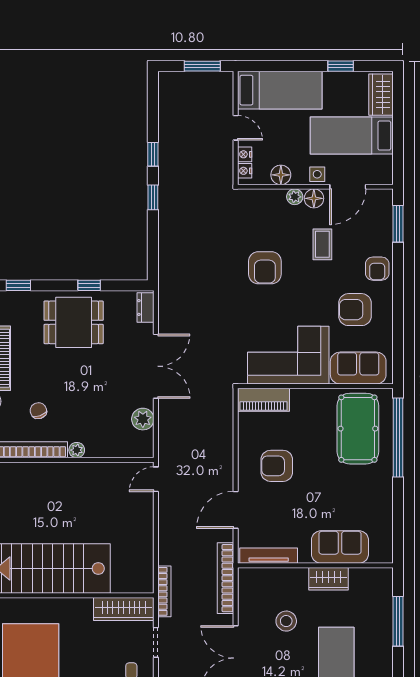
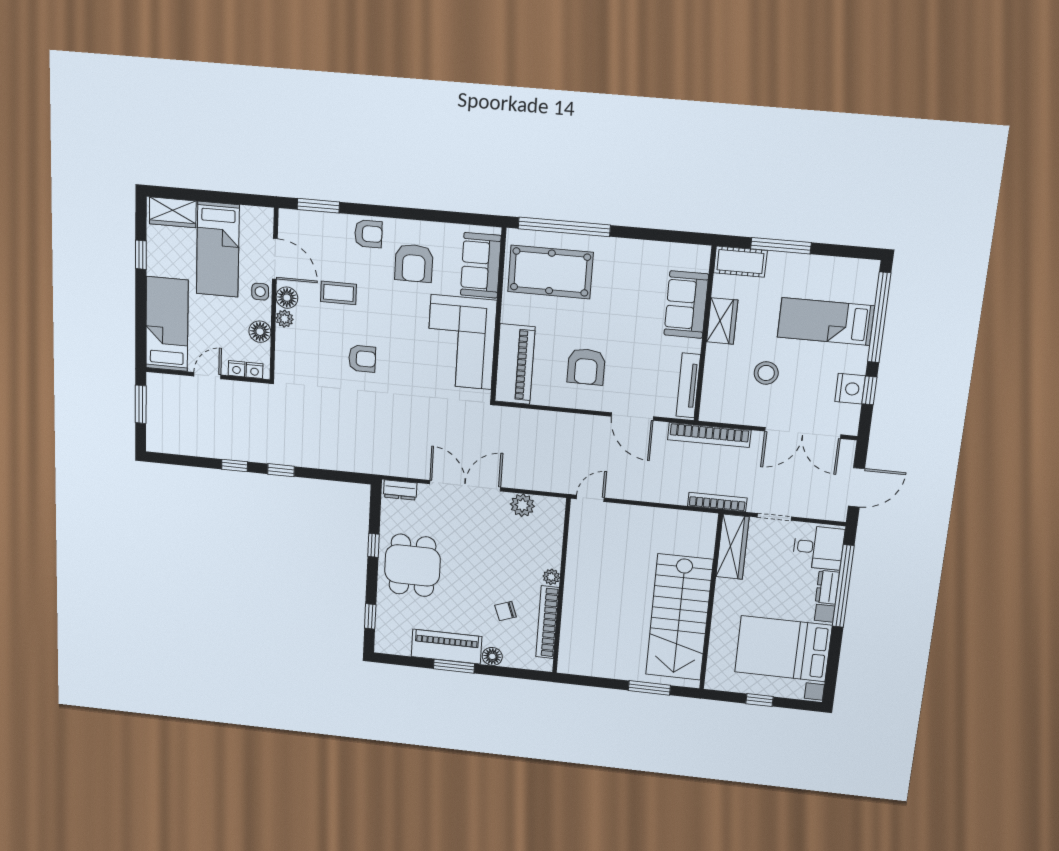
armchair: (265, 268) -> (362, 359), width x0.72, depth x0.72
piano: (263, 400) -> (515, 364), width x1.37, depth x1.33
door: (156, 479) -> (590, 498), swing flipped
cot: (381, 589) -> (740, 262), added

